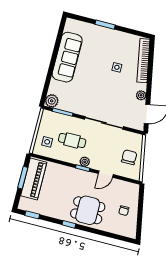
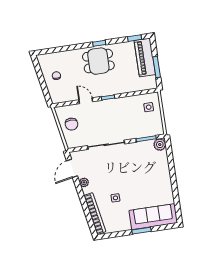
sofa: (67, 57) -> (153, 217), moved, turned 90
cafe table: (72, 140) -> (127, 118), removed
plant: (85, 162) -> (109, 104), removed
door: (106, 174) -> (86, 101), hinge flipped
piano: (34, 179) -> (145, 58), moved
dining table: (88, 210) -> (98, 61), moved

